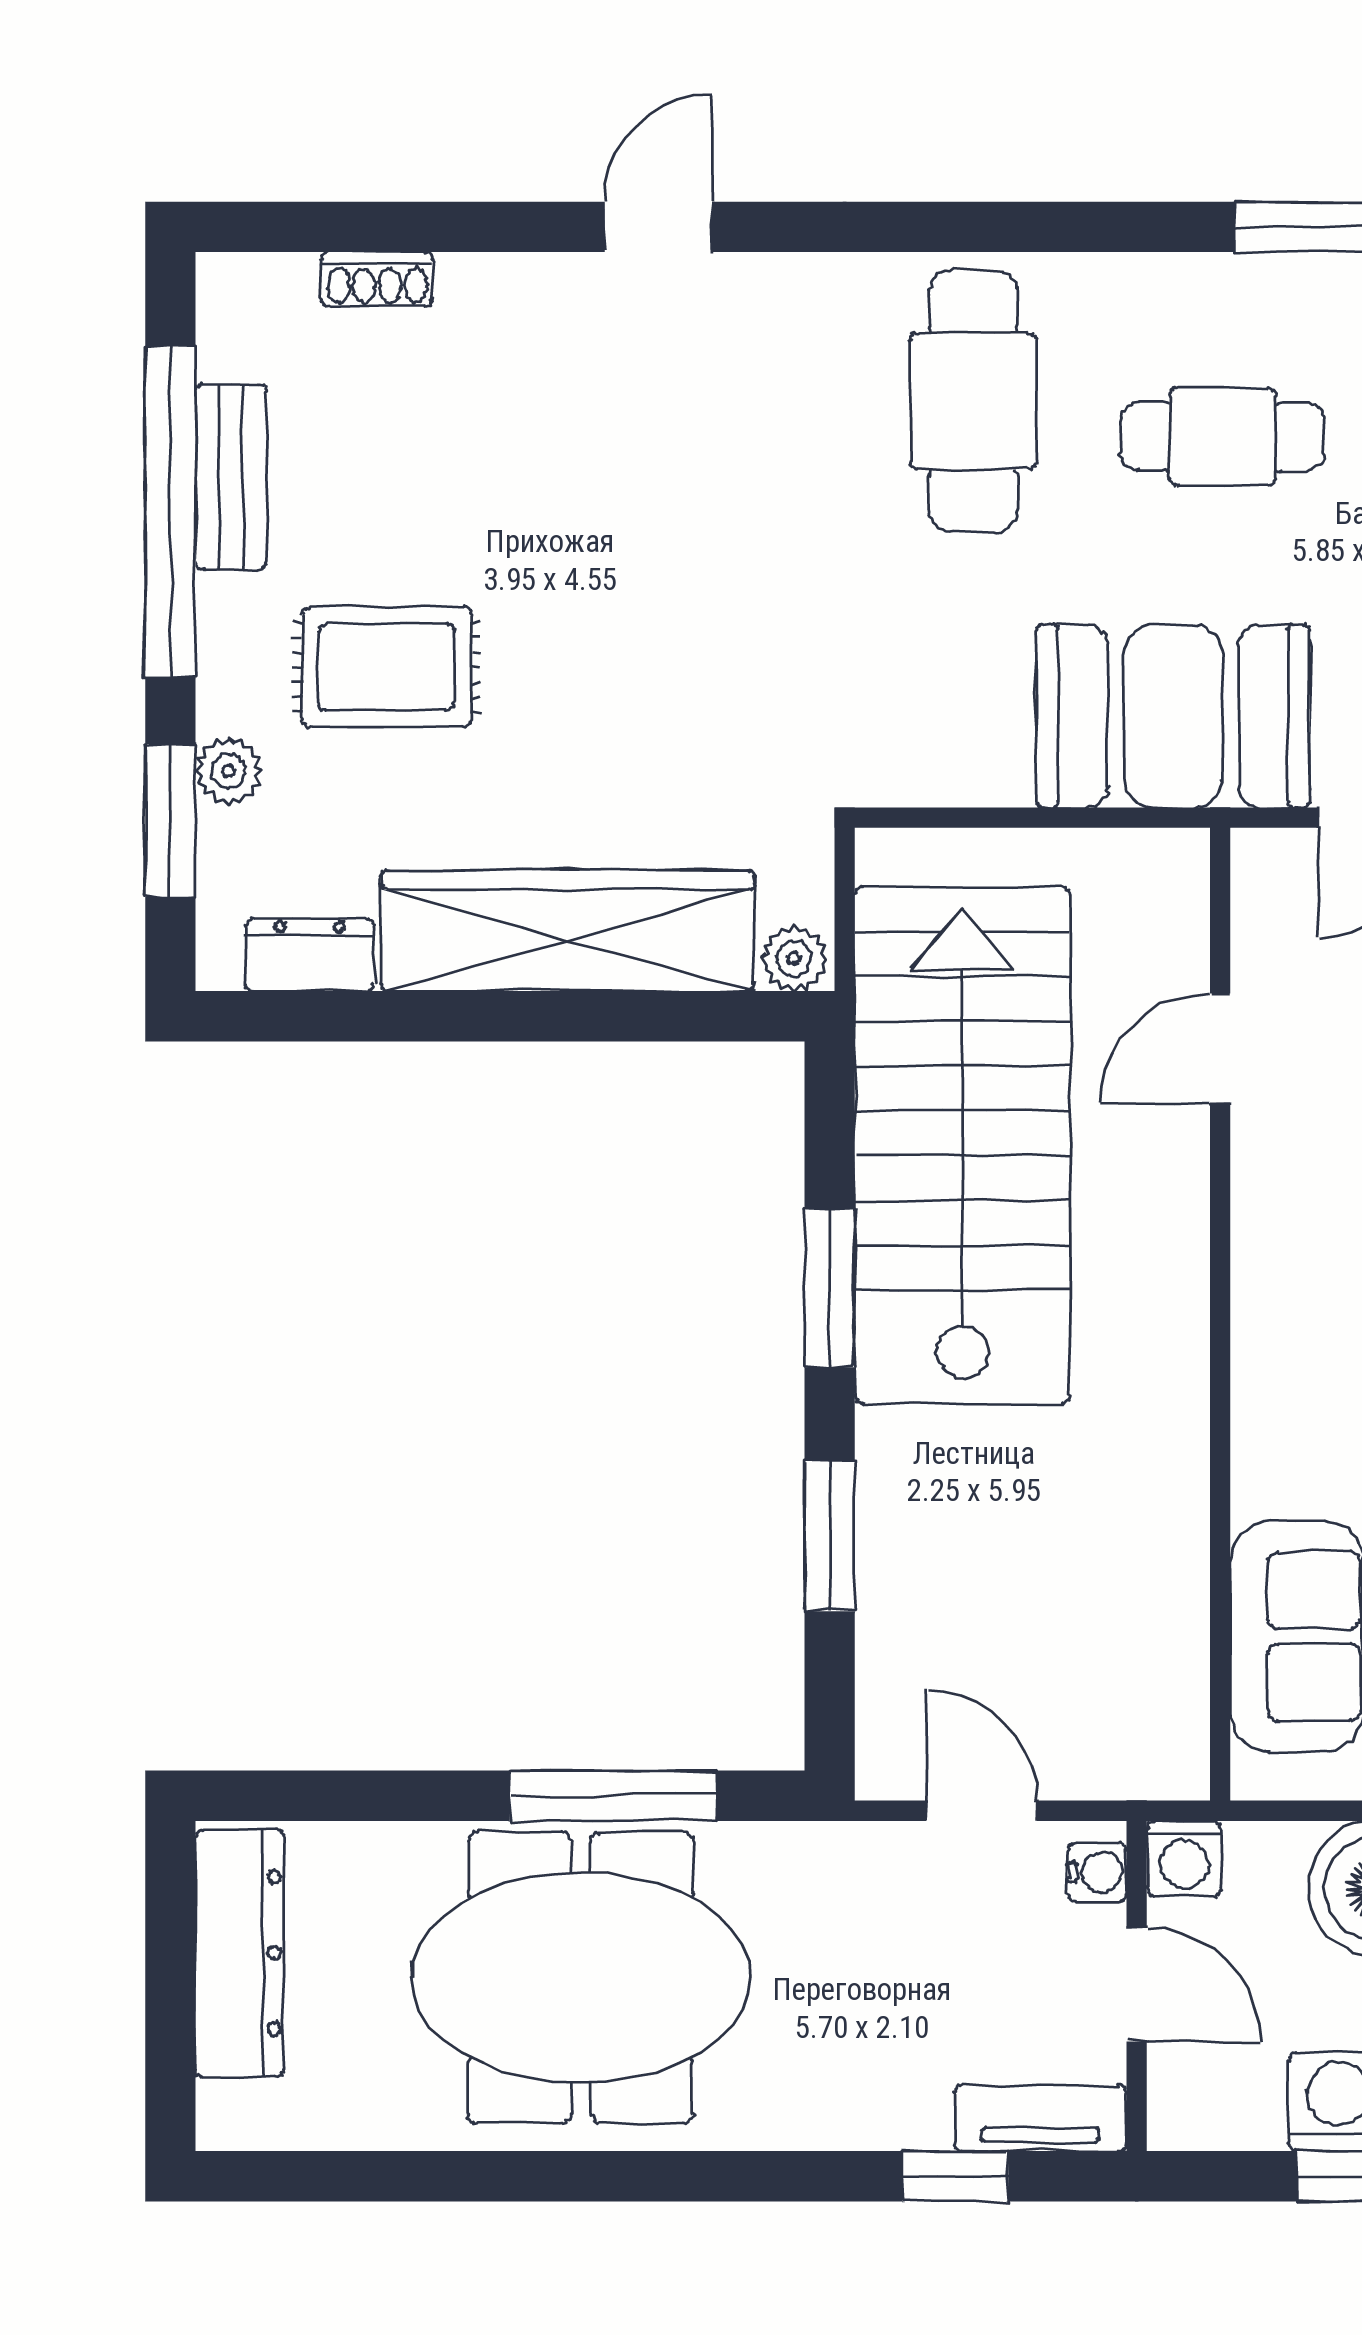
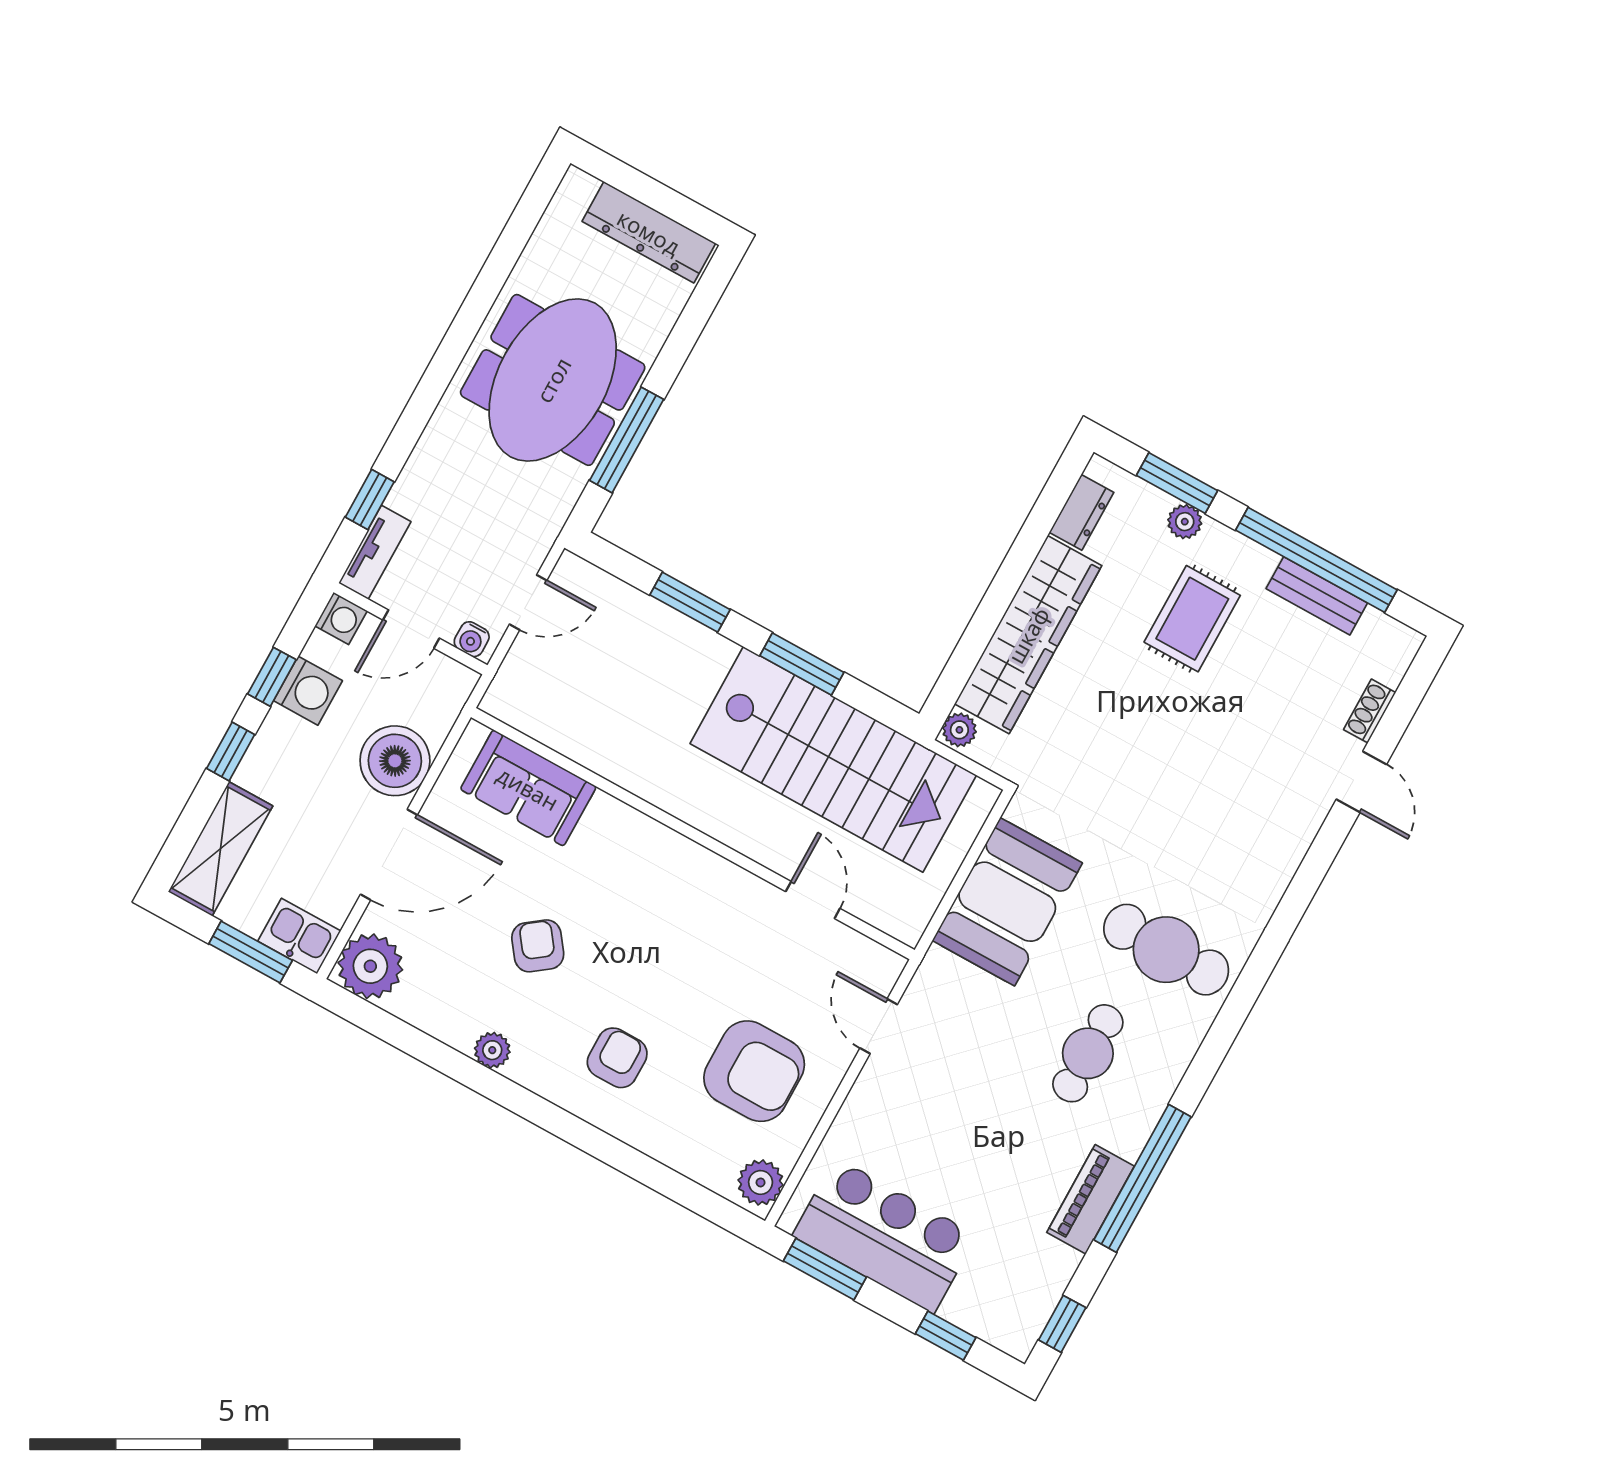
door: (658, 227) -> (1361, 782), moved
booth: (1173, 716) -> (1007, 902), moved
washing machine: (1184, 1858) -> (341, 618), moved, turned 180

